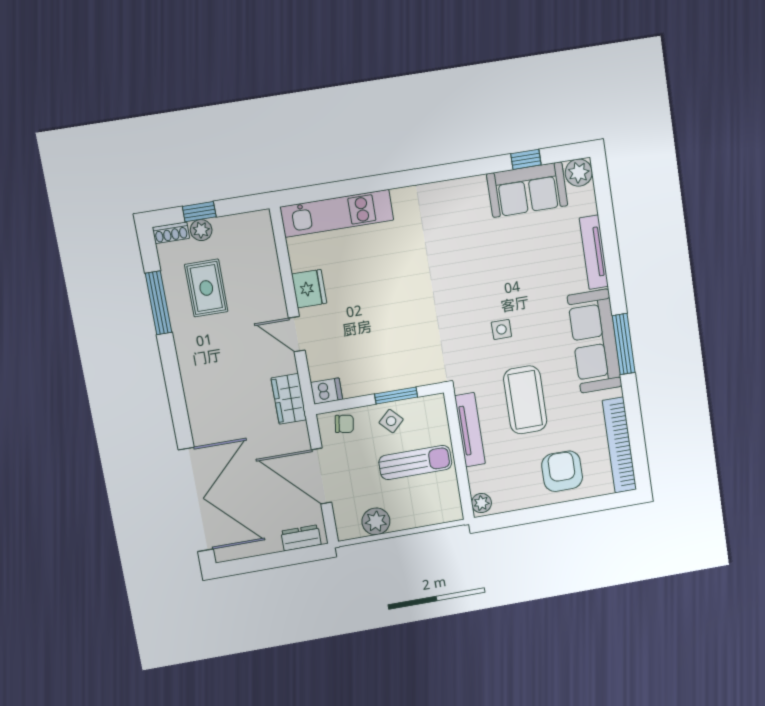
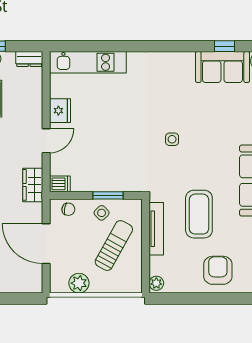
side table: (501, 329) -> (172, 139), moved
door: (297, 334) -> (46, 141), swing flipped
sun lounger: (415, 462) -> (114, 246), turned -61
dresser: (301, 538) -> (29, 59), moved, turned 180

